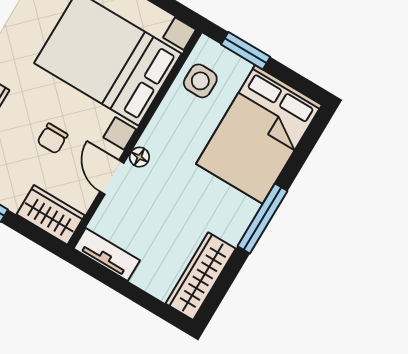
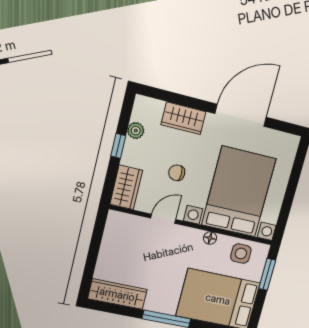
floor lamp: (139, 157) -> (210, 238), moved
tv unit: (107, 254) -> (112, 232), removed

